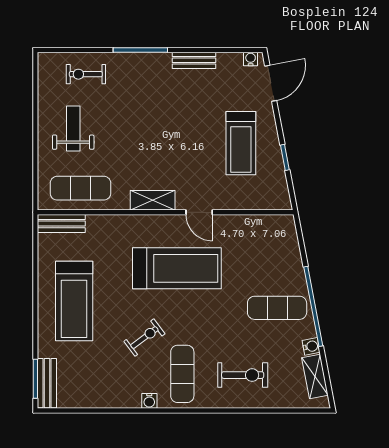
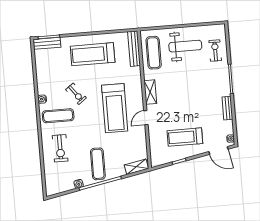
weight bench: (73, 129) -> (185, 46), width x1.36, depth x1.33
bench: (61, 224) -> (134, 49), width x1.36
shelving: (315, 376) -> (136, 167), moved

